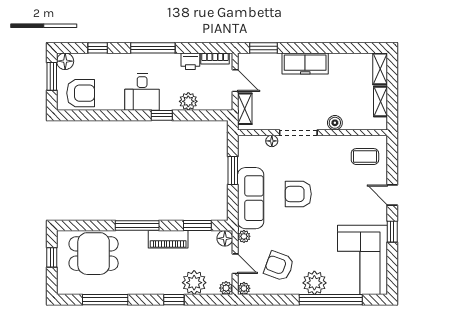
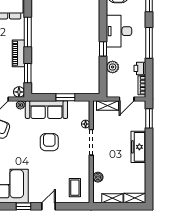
desk: (142, 92) -> (119, 31), width x1.37
boiler: (335, 123) -> (98, 177), moved

